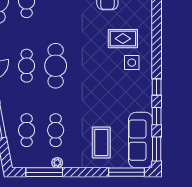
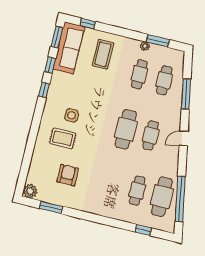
side table: (132, 63) -> (72, 115), moved
window: (44, 172) -> (158, 41), width x0.69
window: (126, 172) -> (88, 24), width x0.46

